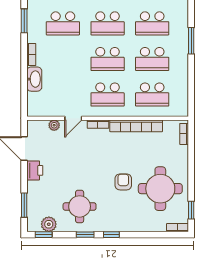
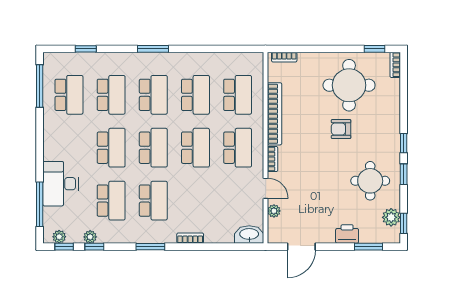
window: (191, 41) -> (153, 49), moved
washbasin: (34, 79) -> (249, 235), moved
printer: (35, 170) -> (347, 234), moved

